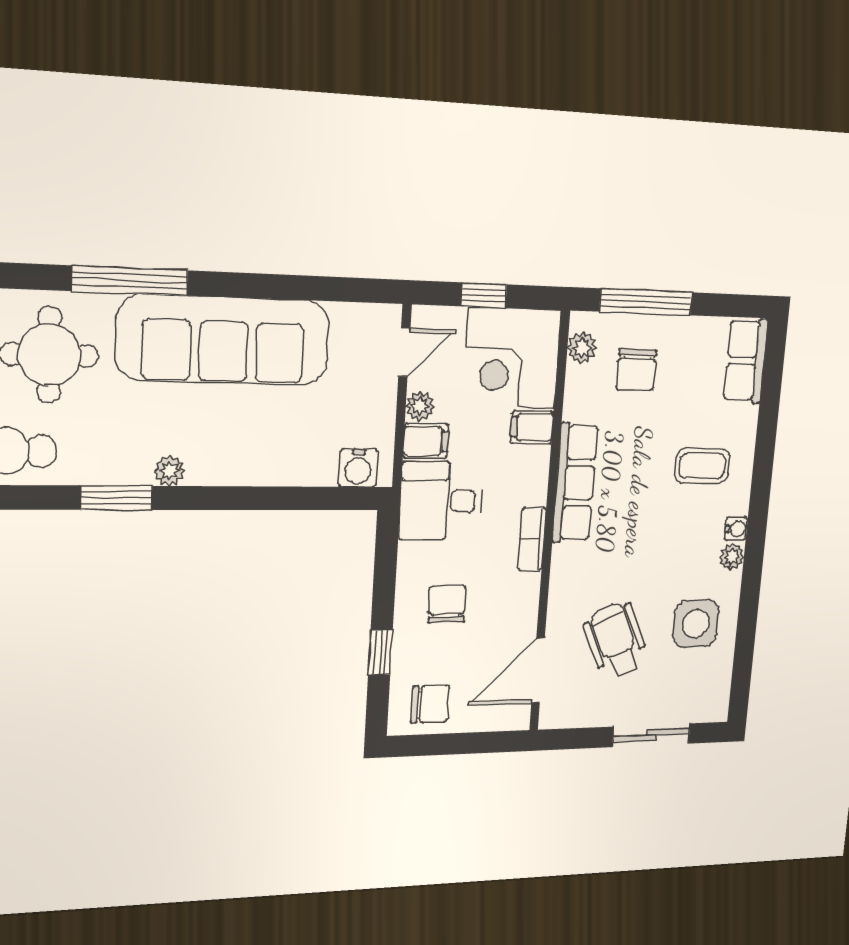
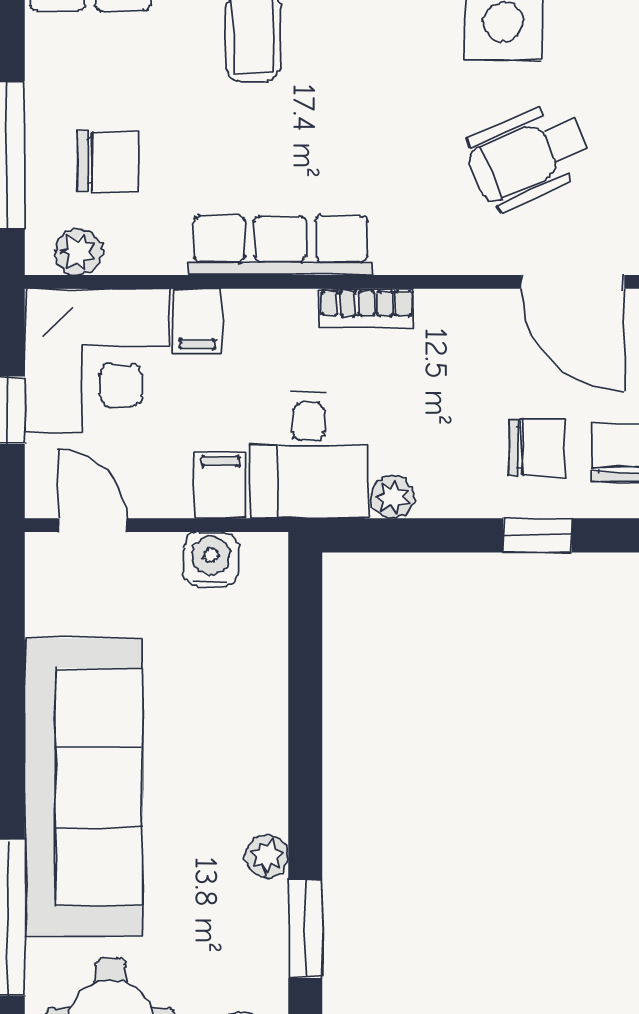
plant: (420, 406) -> (393, 497), moved
water cooler: (358, 468) -> (211, 560), moved, turned -90
chair: (447, 604) -> (537, 447), moved, turned 180

